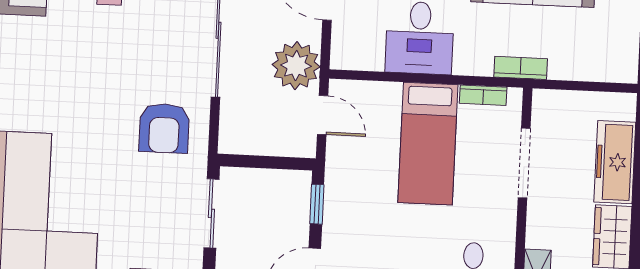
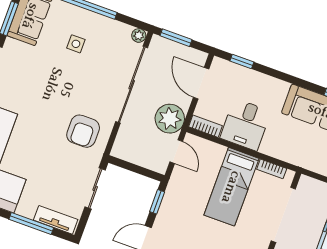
bookcase: (521, 68) -> (205, 126), moved
doorway: (524, 163) -> (283, 215), width x1.36

